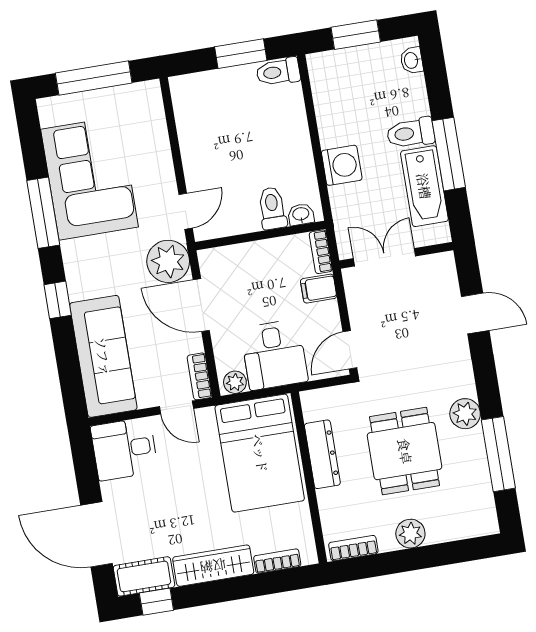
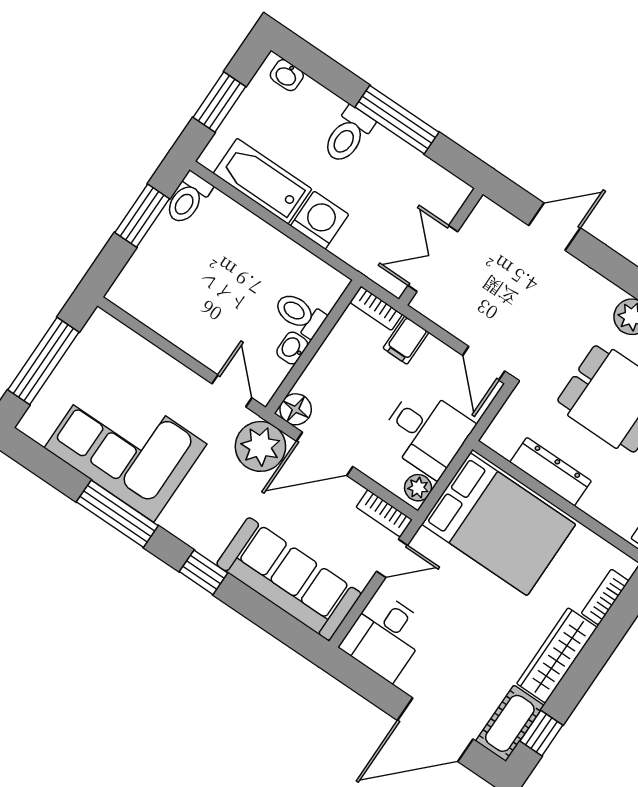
bathtub: (424, 186) -> (263, 181), moved, turned 180
washbasin: (301, 214) -> (292, 348), moved
floor lamp: (212, 261) -> (296, 409), added

